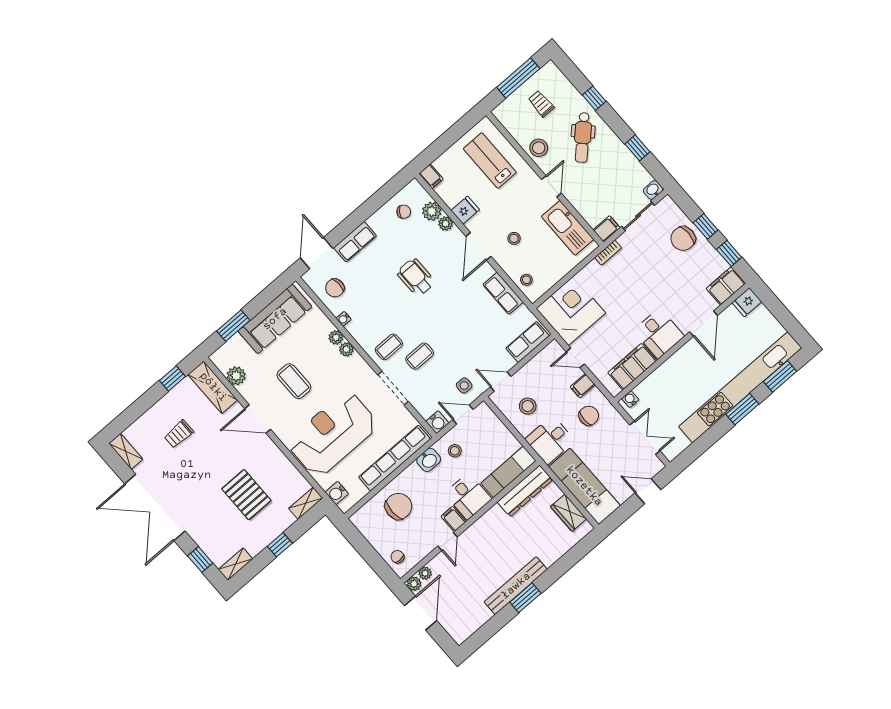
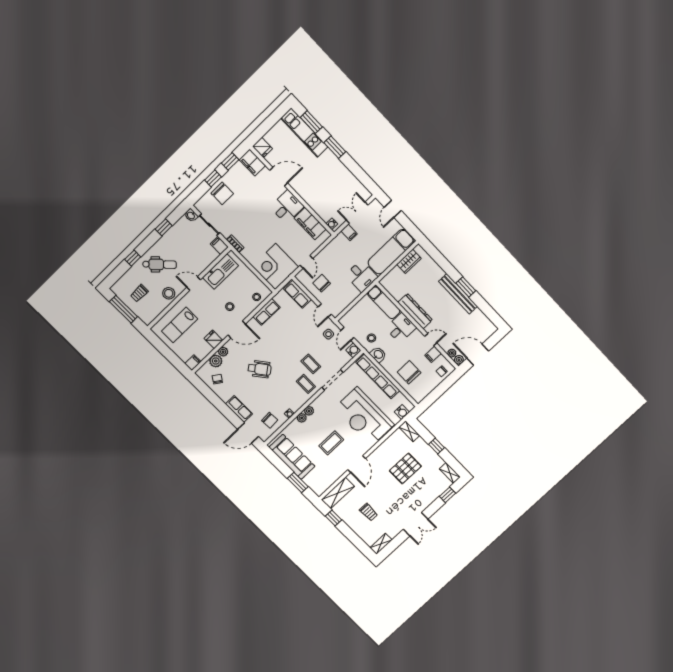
wheelchair: (416, 277) -> (260, 369), turned -128
plant: (236, 376) -> (330, 479), removed
filing cabinet: (583, 386) -> (349, 232), moved
kitchen unit: (740, 387) -> (304, 133), width x0.54
stool: (528, 406) -> (340, 292), removed
chair: (589, 416) -> (322, 283), moved
dresser: (525, 491) -> (415, 311), moved
double door: (155, 507) -> (416, 524), width x0.54
filing cabinet: (453, 519) -> (433, 354), moved

